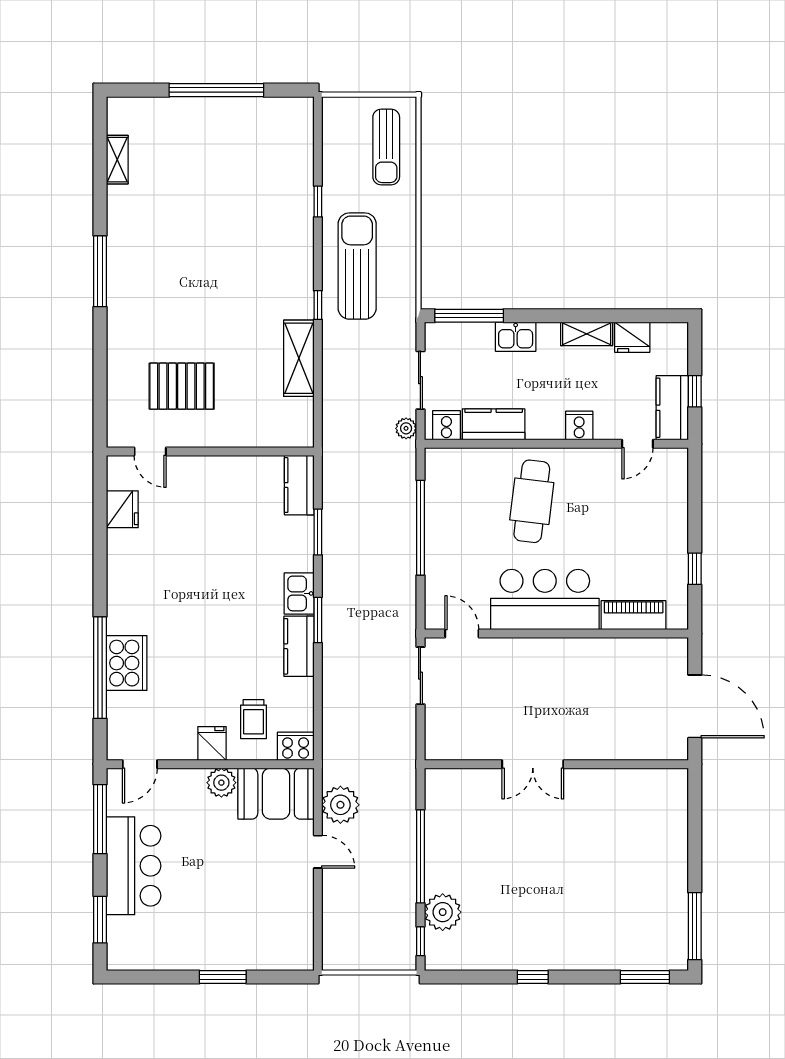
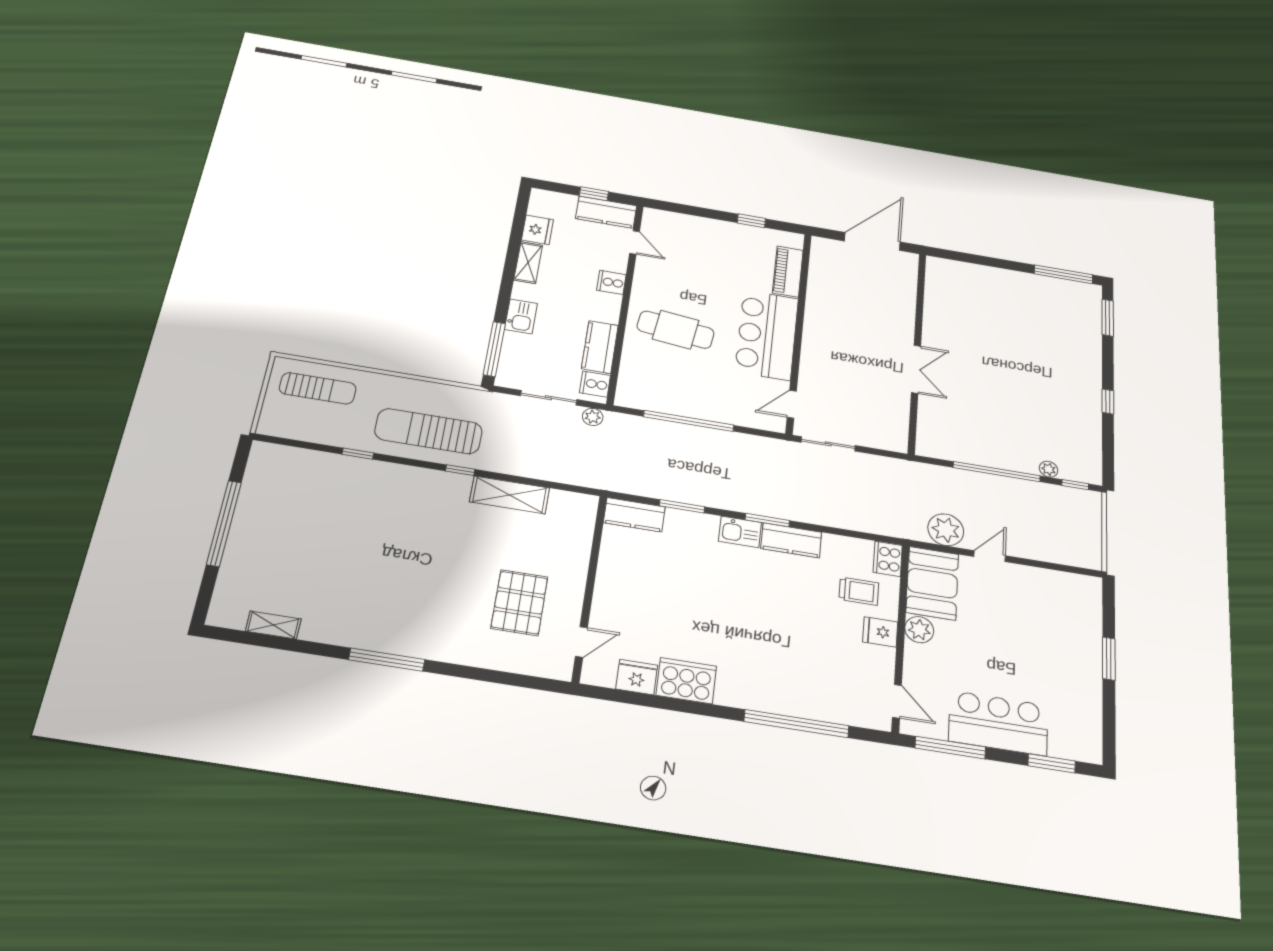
cooker: (127, 663) -> (686, 681), moved
plant: (443, 912) -> (1049, 469), width x0.53, depth x0.53

